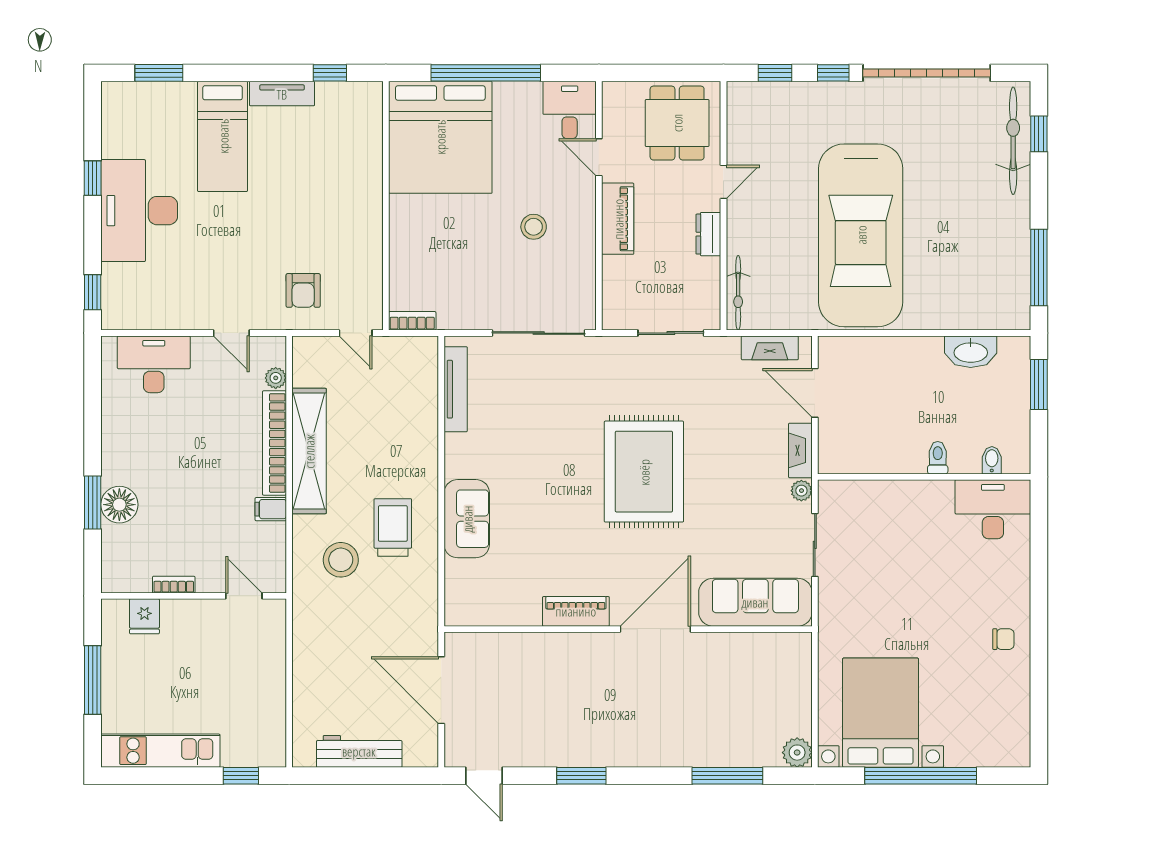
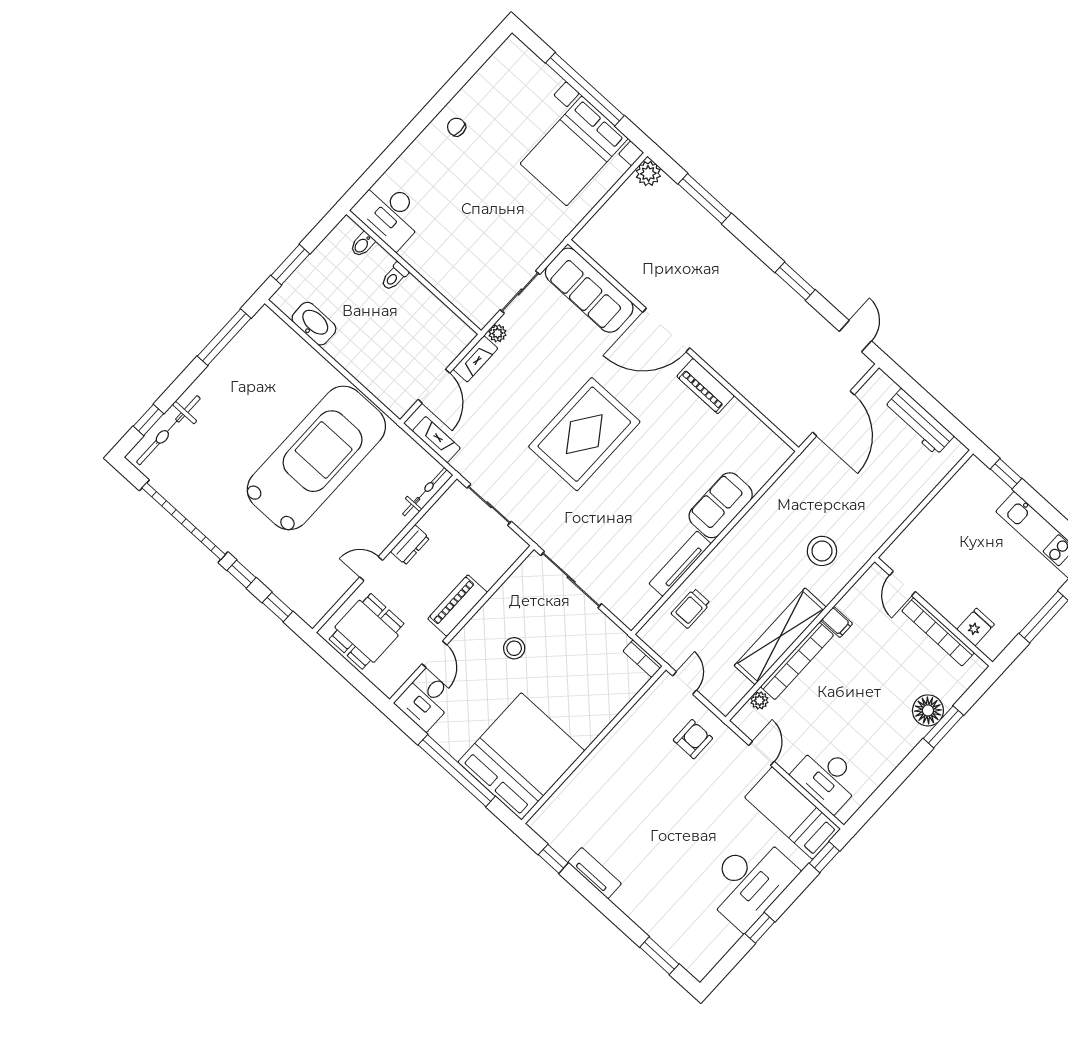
bed: (223, 136) -> (792, 813), moved, turned -90
tv unit: (456, 389) -> (680, 564), moved
trolley: (393, 527) -> (691, 608), moved, width x0.73, depth x0.72
bookcase: (174, 585) -> (938, 632), width x2.31, depth x1.31

